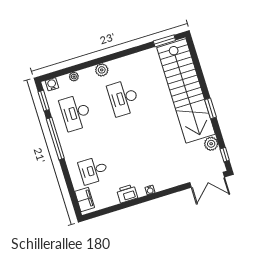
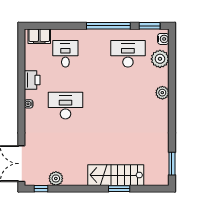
plant: (74, 77) -> (160, 59), width x1.88, depth x1.88
stairs: (186, 91) -> (116, 175), width x0.54, depth x0.66
desk: (123, 98) -> (65, 106), moved
window: (210, 108) -> (119, 189), moved

